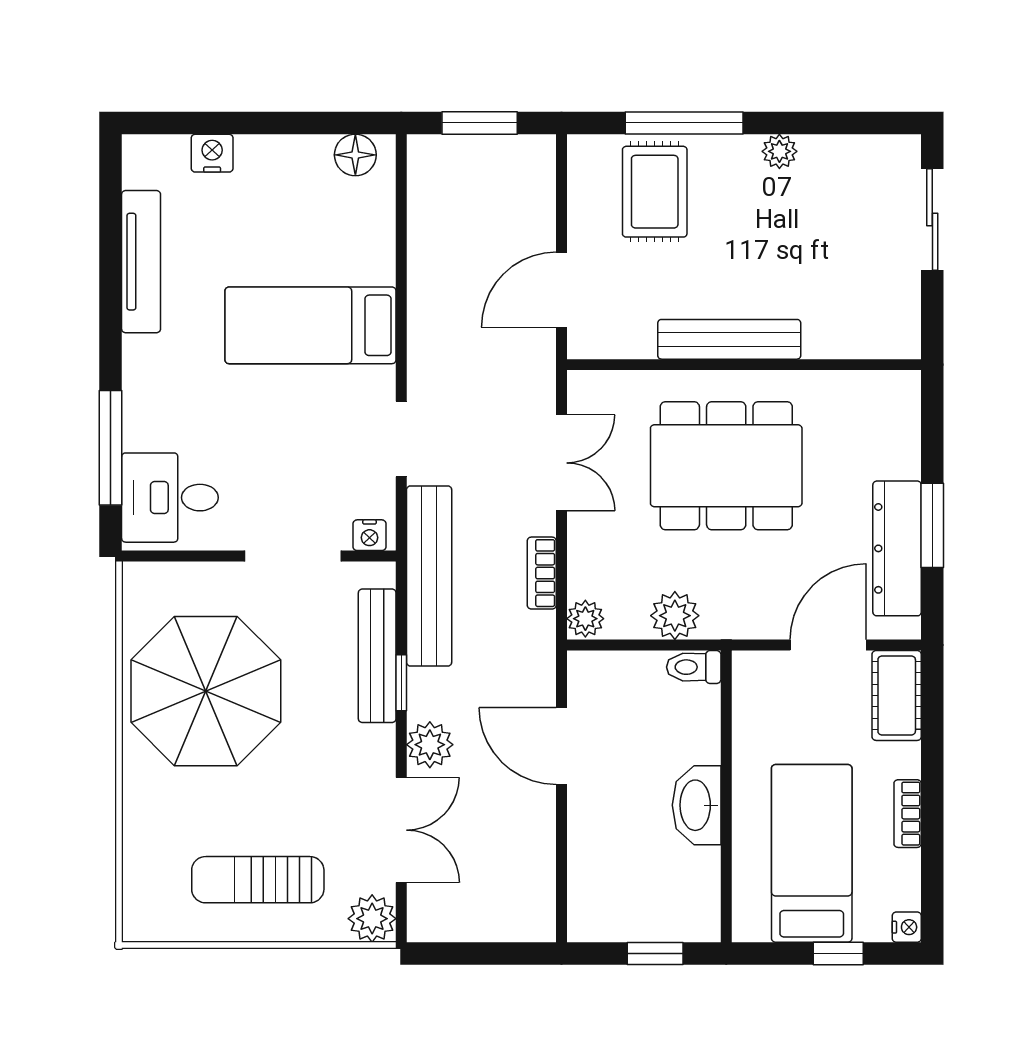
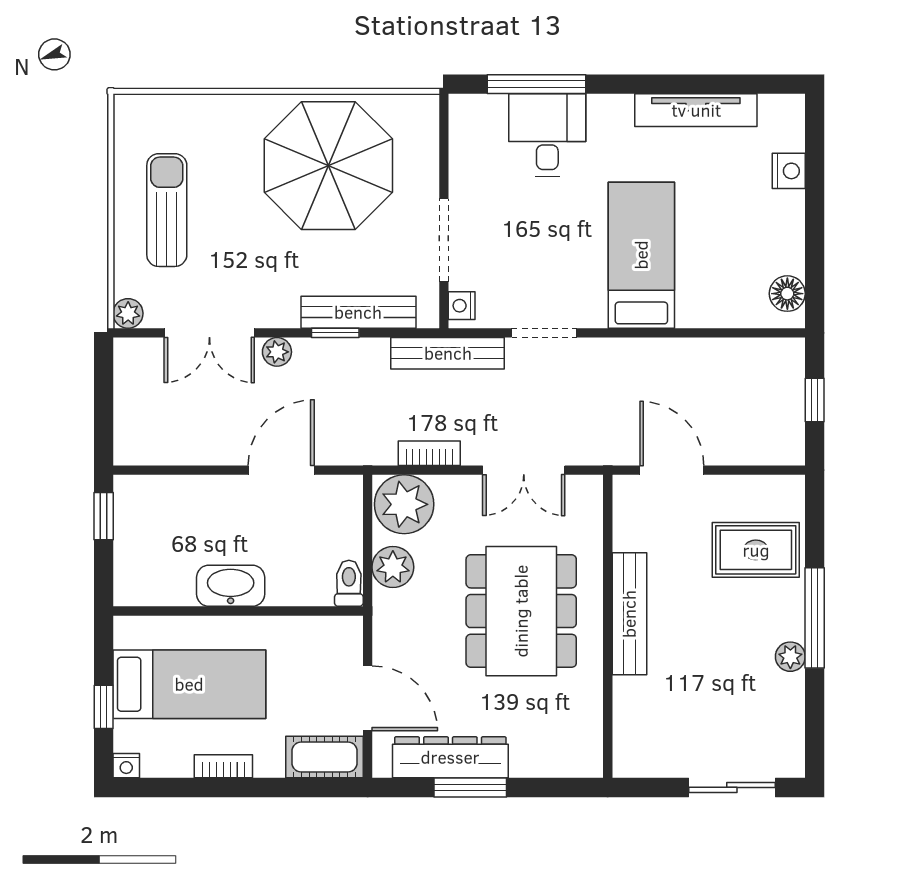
window: (480, 123) -> (815, 400), width x0.67
window: (684, 123) -> (815, 618), moved
desk: (170, 498) -> (547, 135), moved
bench: (429, 576) -> (448, 353), width x0.73, depth x0.82
plant: (585, 619) -> (404, 504), width x1.87, depth x1.87
plant: (430, 745) -> (277, 352), width x0.73, depth x0.73
plant: (372, 919) -> (128, 313), width x0.73, depth x0.73
window: (655, 954) -> (104, 516), moved

